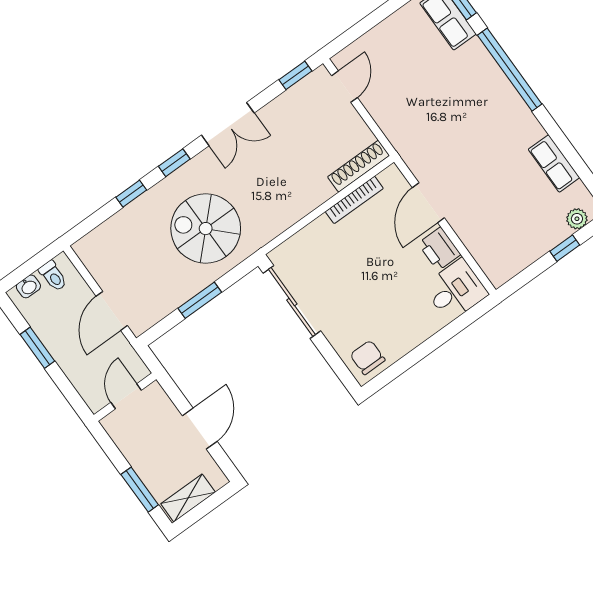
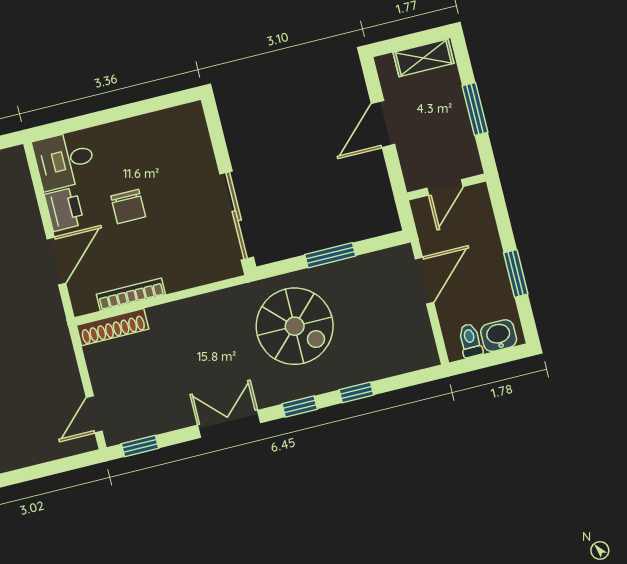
washbasin: (28, 286) -> (499, 336), width x1.38, depth x1.45
chair: (368, 357) -> (128, 206), moved
window: (140, 490) -> (475, 109), moved

